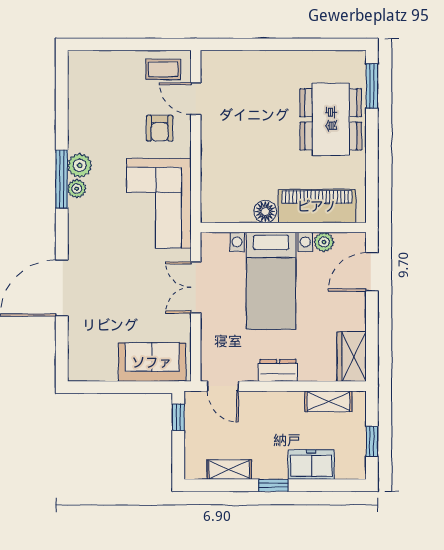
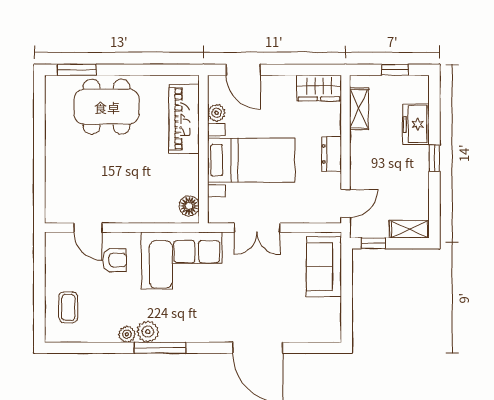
coffee table: (163, 69) -> (68, 307), moved
door: (196, 99) -> (88, 228), hinge flipped
plant: (77, 189) -> (127, 334), moved
floor lamp: (265, 212) -> (189, 206), moved
shelving: (229, 470) -> (409, 229), moved, turned 90

